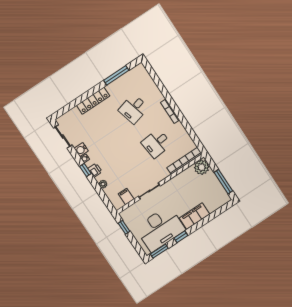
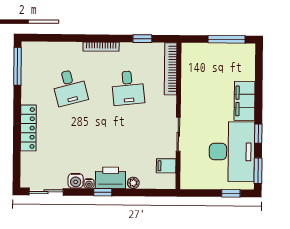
window: (116, 75) -> (17, 66), moved
window: (191, 132) -> (142, 39), added
plant: (202, 167) -> (192, 54), removed
printer: (95, 170) -> (110, 178), width x1.87, depth x1.48
window: (124, 227) -> (231, 193), moved

